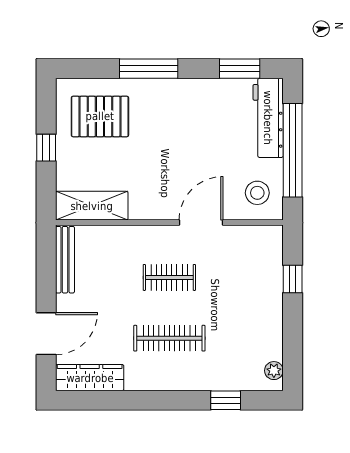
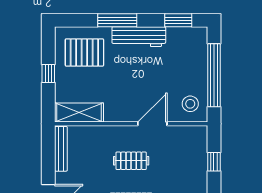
workbench: (268, 118) -> (139, 37), moved, turned -90

